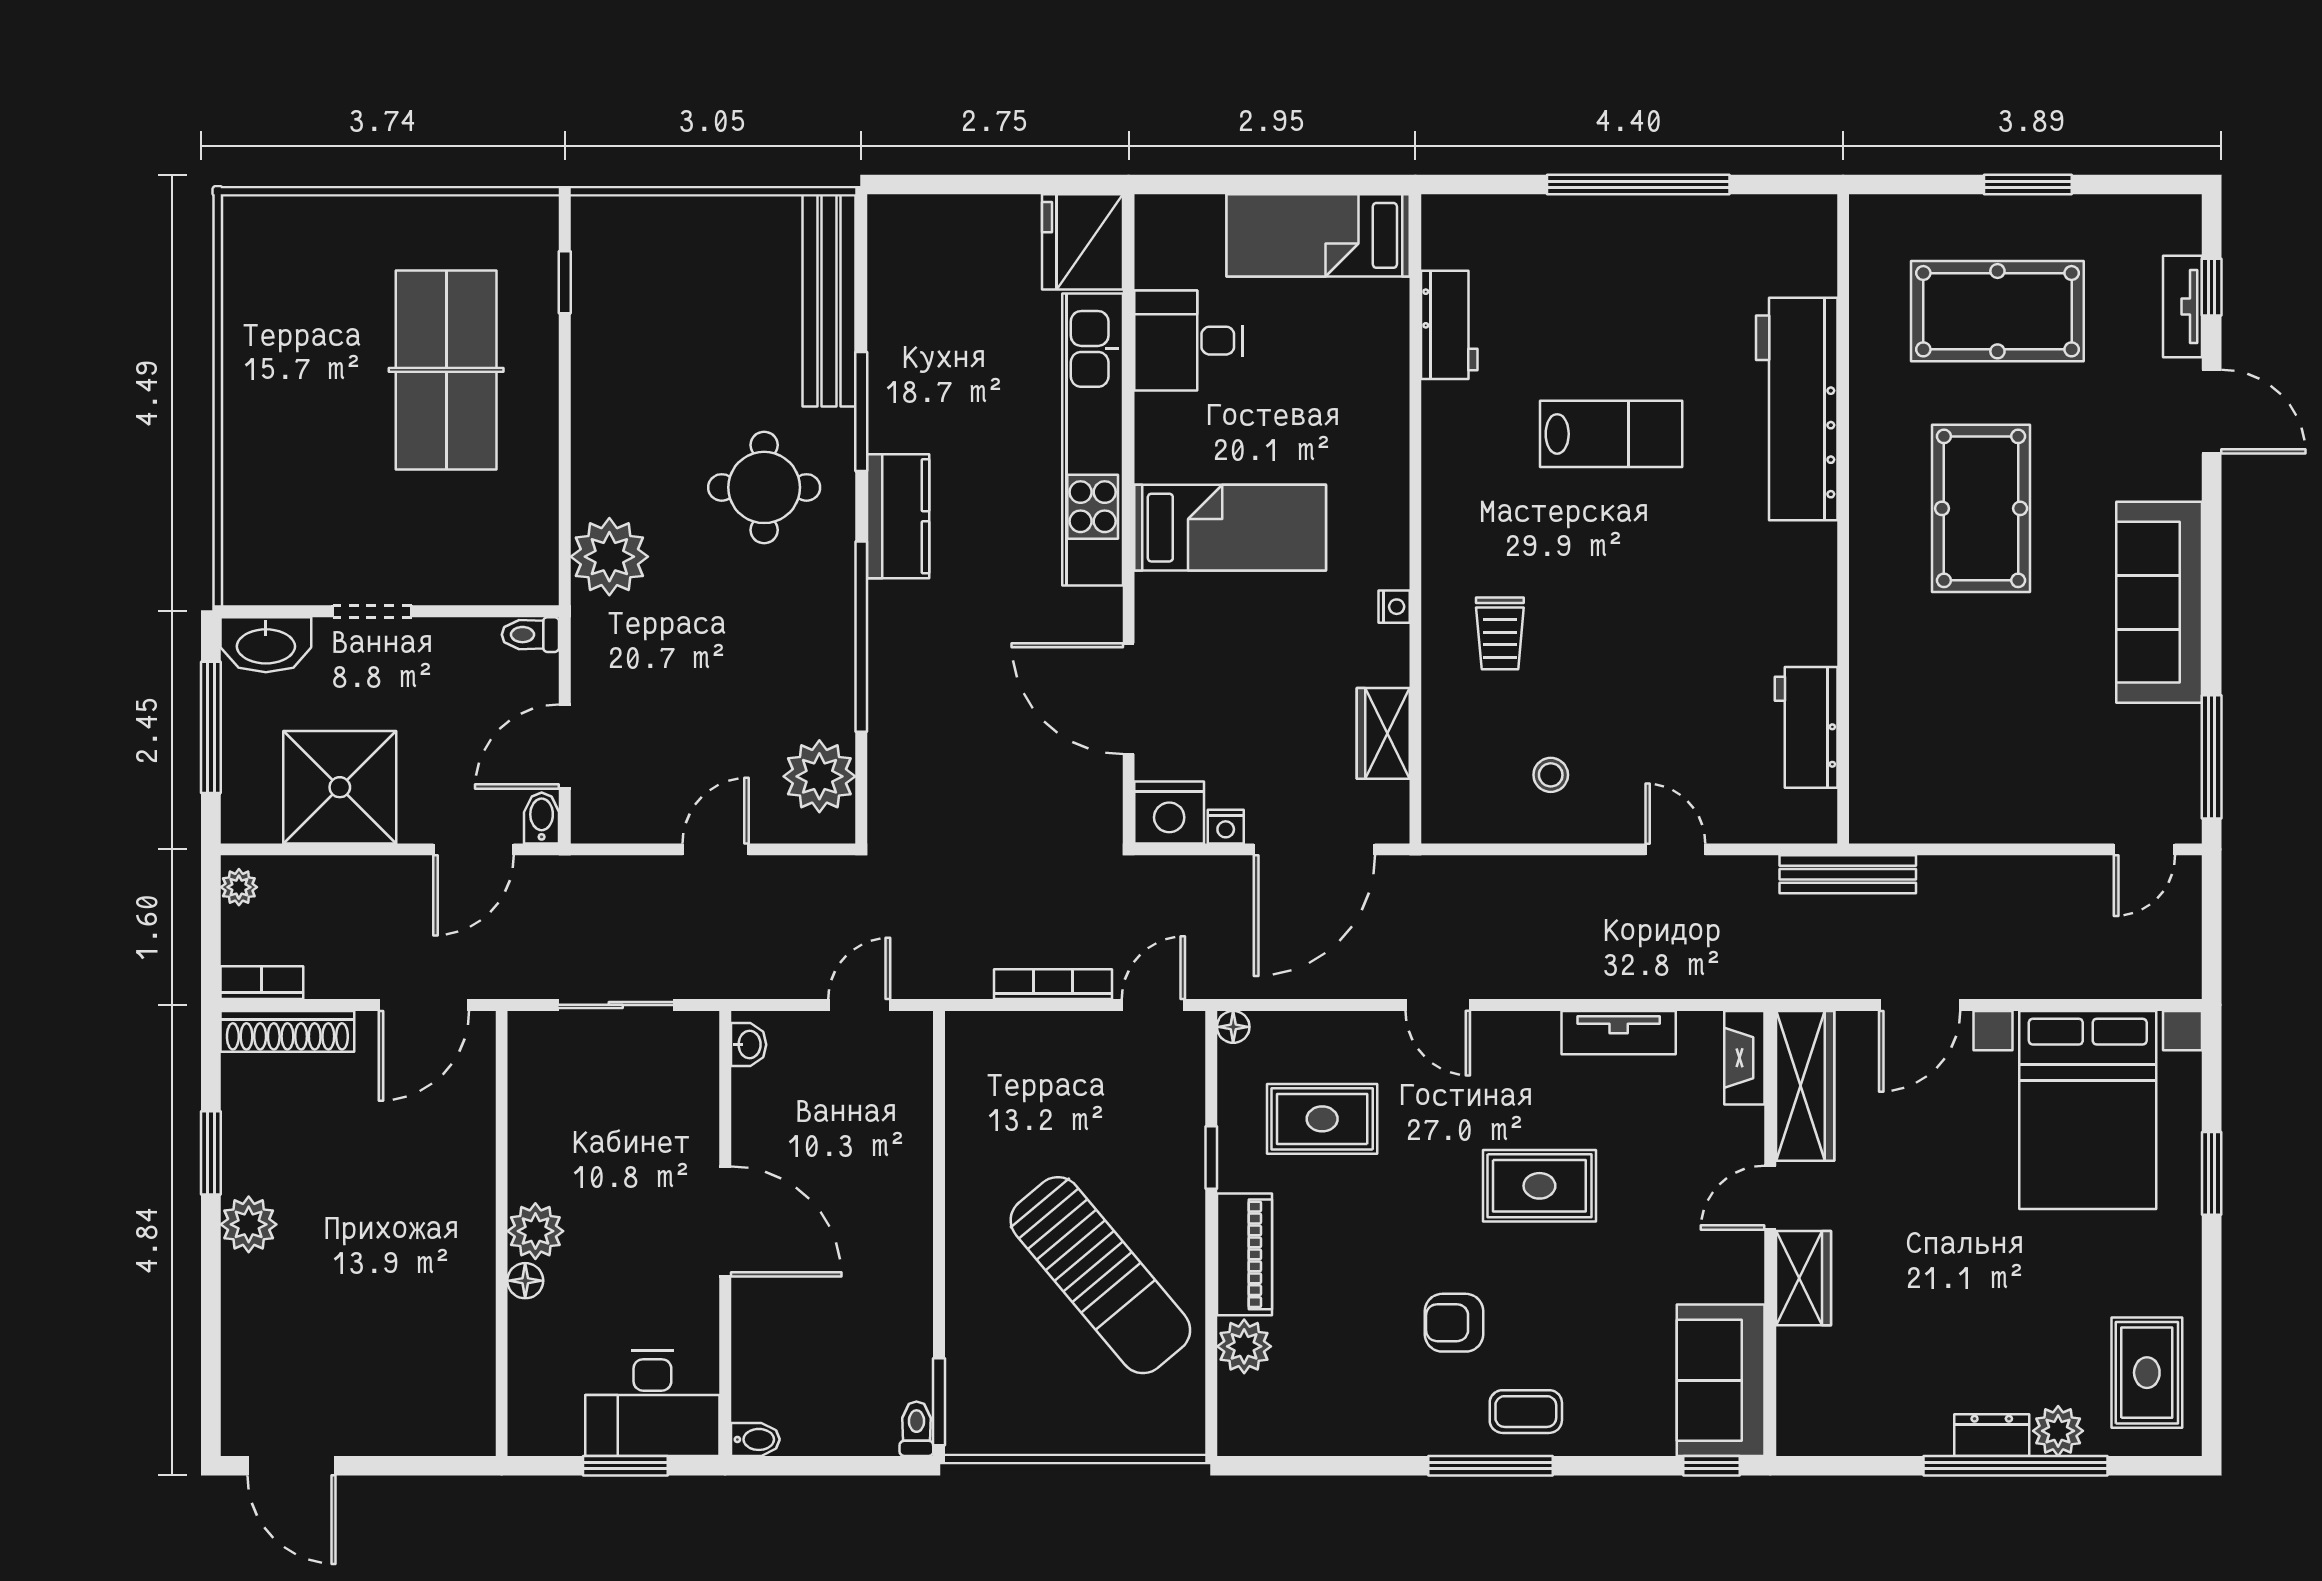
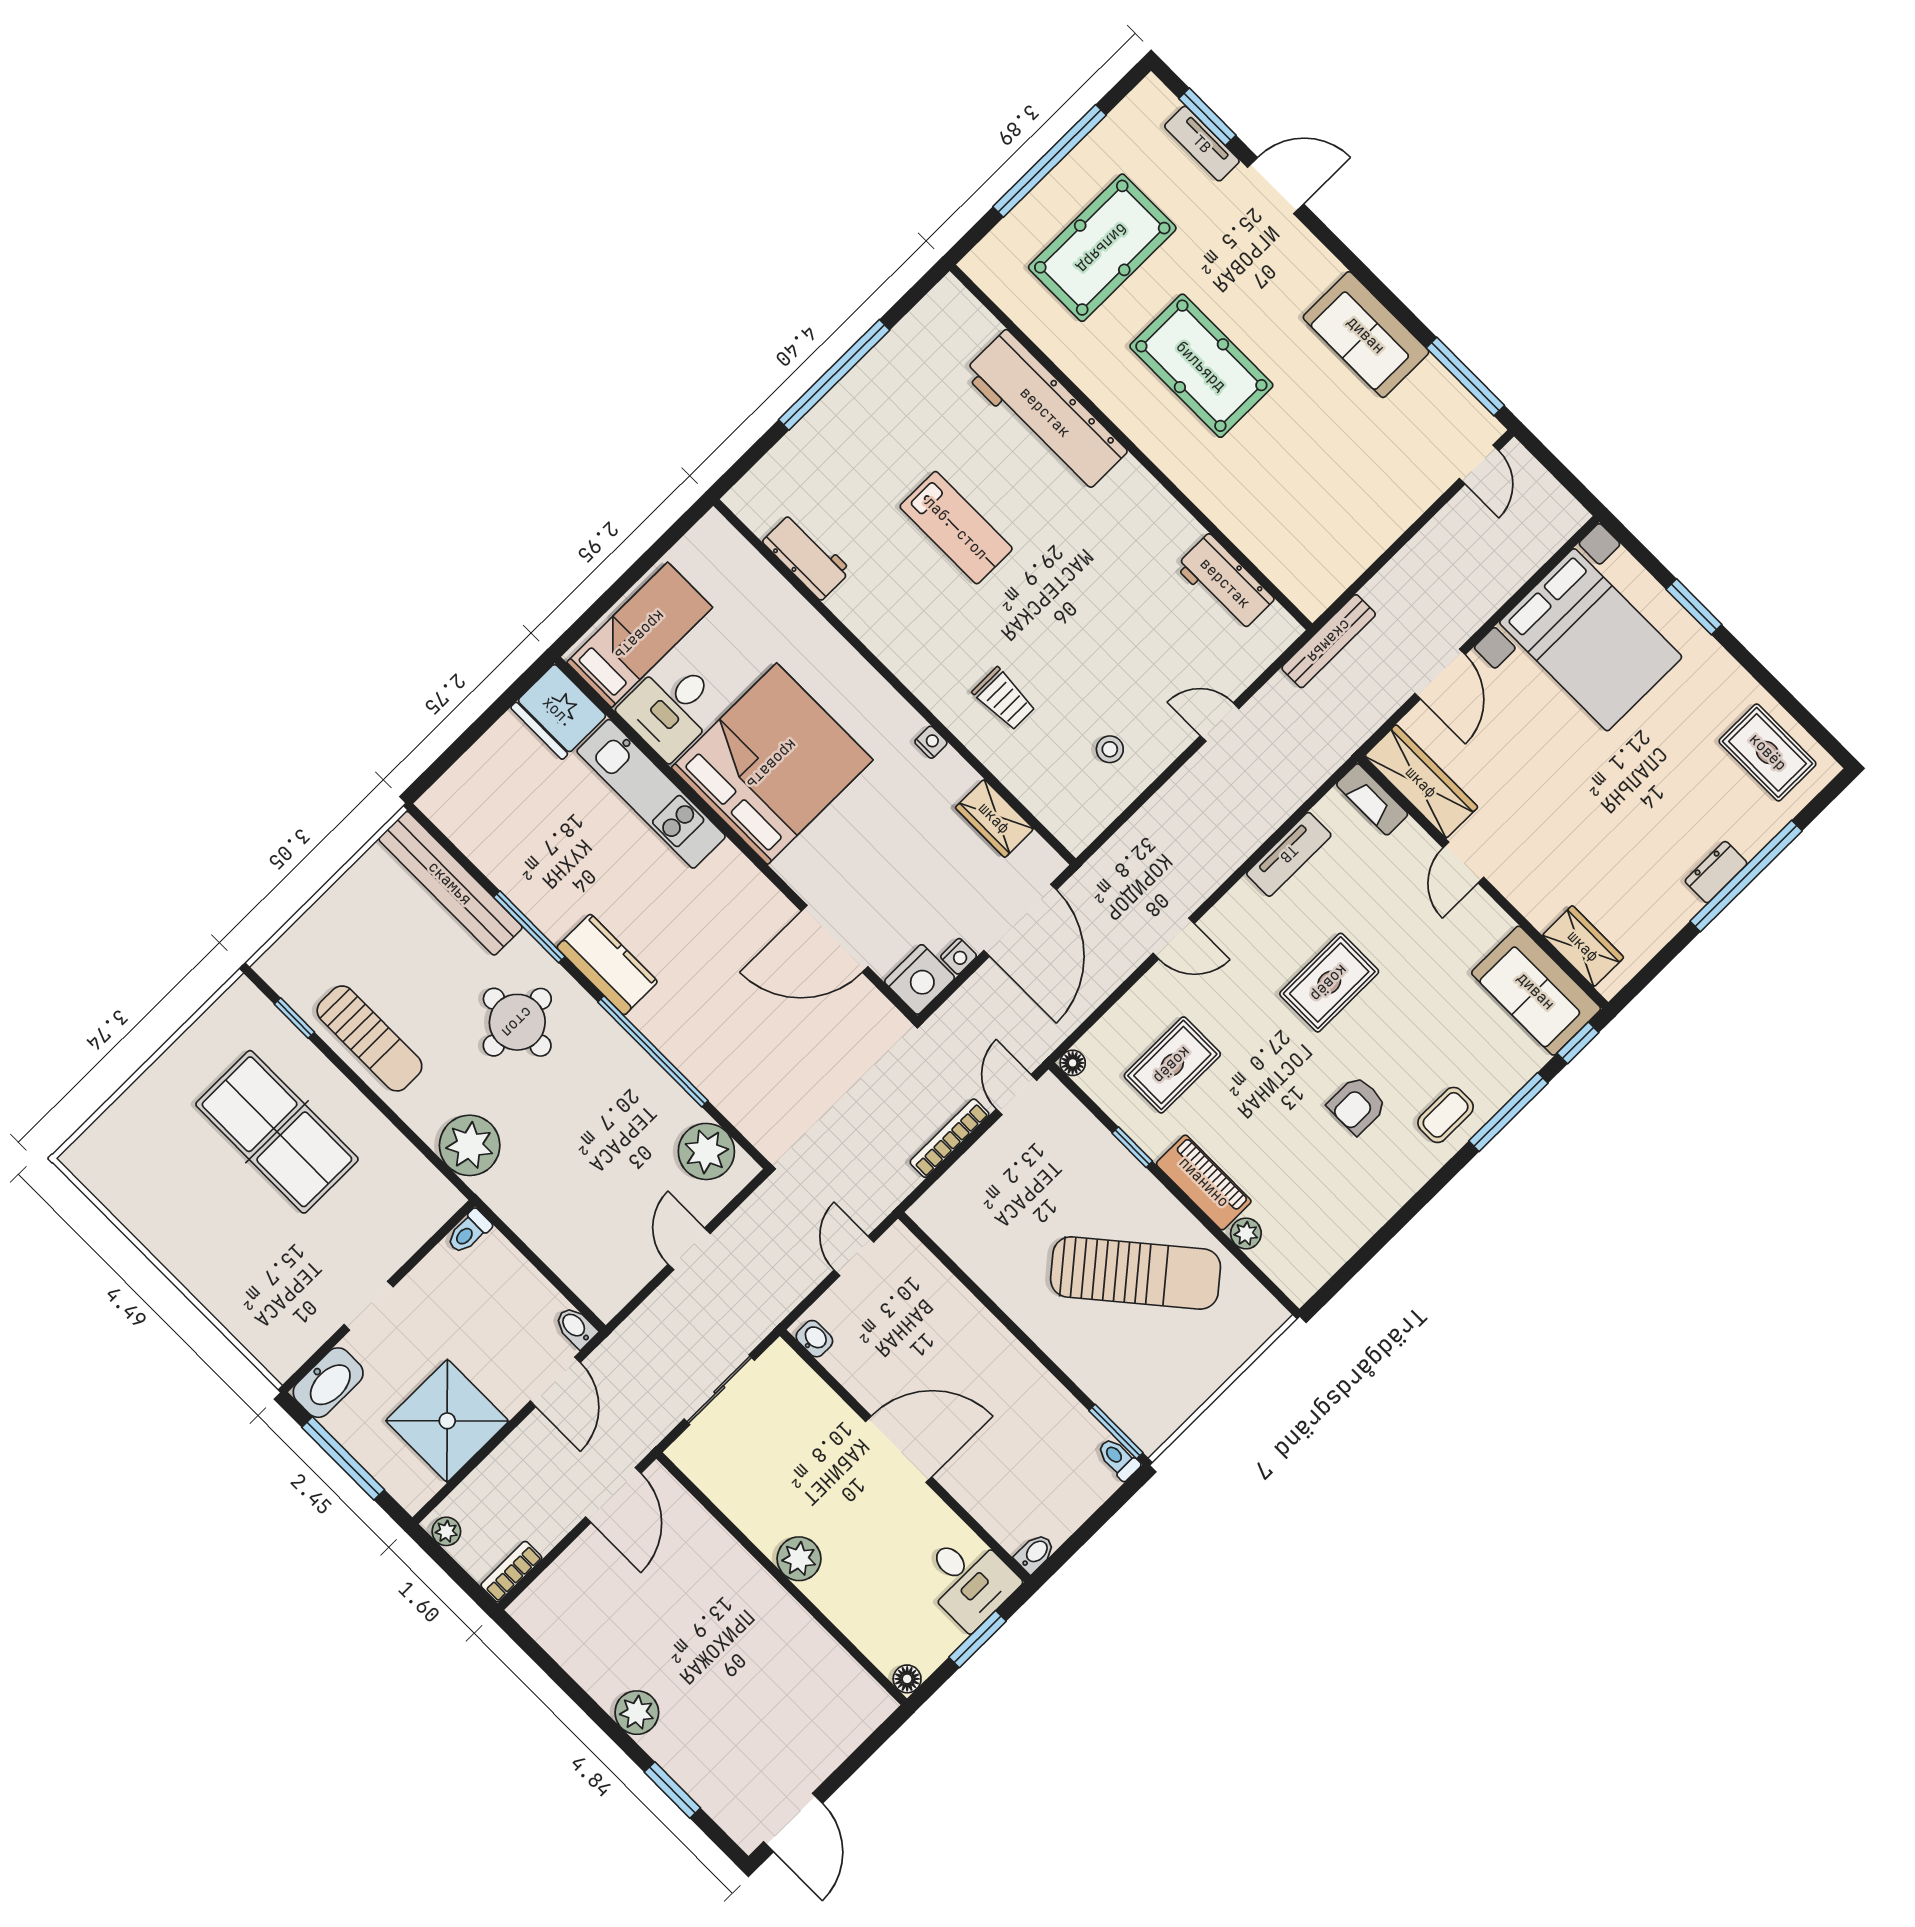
window: (2028, 184) -> (1050, 161), width x2.11
bed: (1318, 235) -> (640, 635), moved, turned 180
window: (2212, 287) -> (1207, 117), width x1.50
sun lounger: (615, 369) -> (369, 1038), added
lab bench: (1611, 434) -> (956, 528), turned 90
kitchen unit: (1093, 439) -> (651, 794), width x0.73
bed: (1230, 528) -> (772, 764), width x2.04
sofa: (2159, 602) -> (1366, 335), width x0.73
door: (565, 747) -> (549, 1275), removed
shoe rack: (287, 1031) -> (552, 1585), removed
window: (211, 1153) -> (672, 1790), moved
wardrobe: (1804, 1278) -> (1583, 946), moved
floor lamp: (525, 1281) -> (907, 1679), moved
plant: (1244, 1346) -> (1246, 1233), width x0.73, depth x0.73
desk: (652, 1403) -> (968, 1580), width x0.73
plant: (2058, 1431) -> (1750, 833), removed
door: (292, 1466) -> (793, 1822), hinge flipped
window: (1491, 1466) -> (1508, 1112), moved

